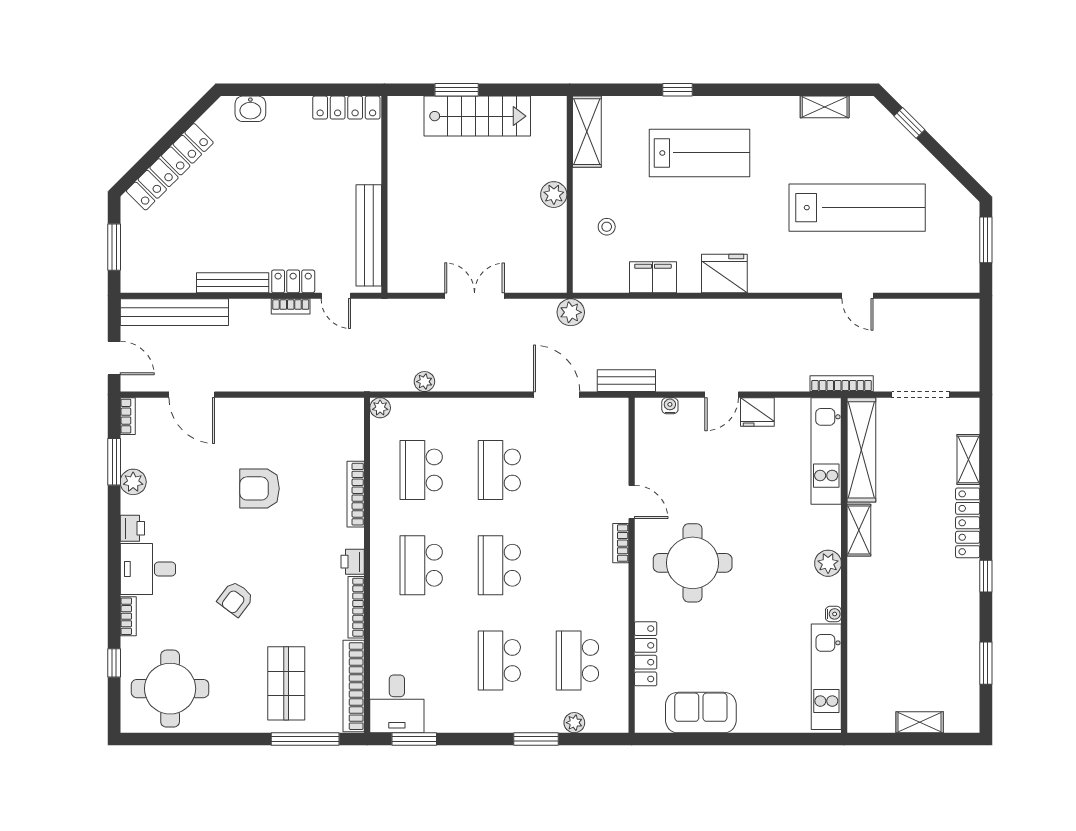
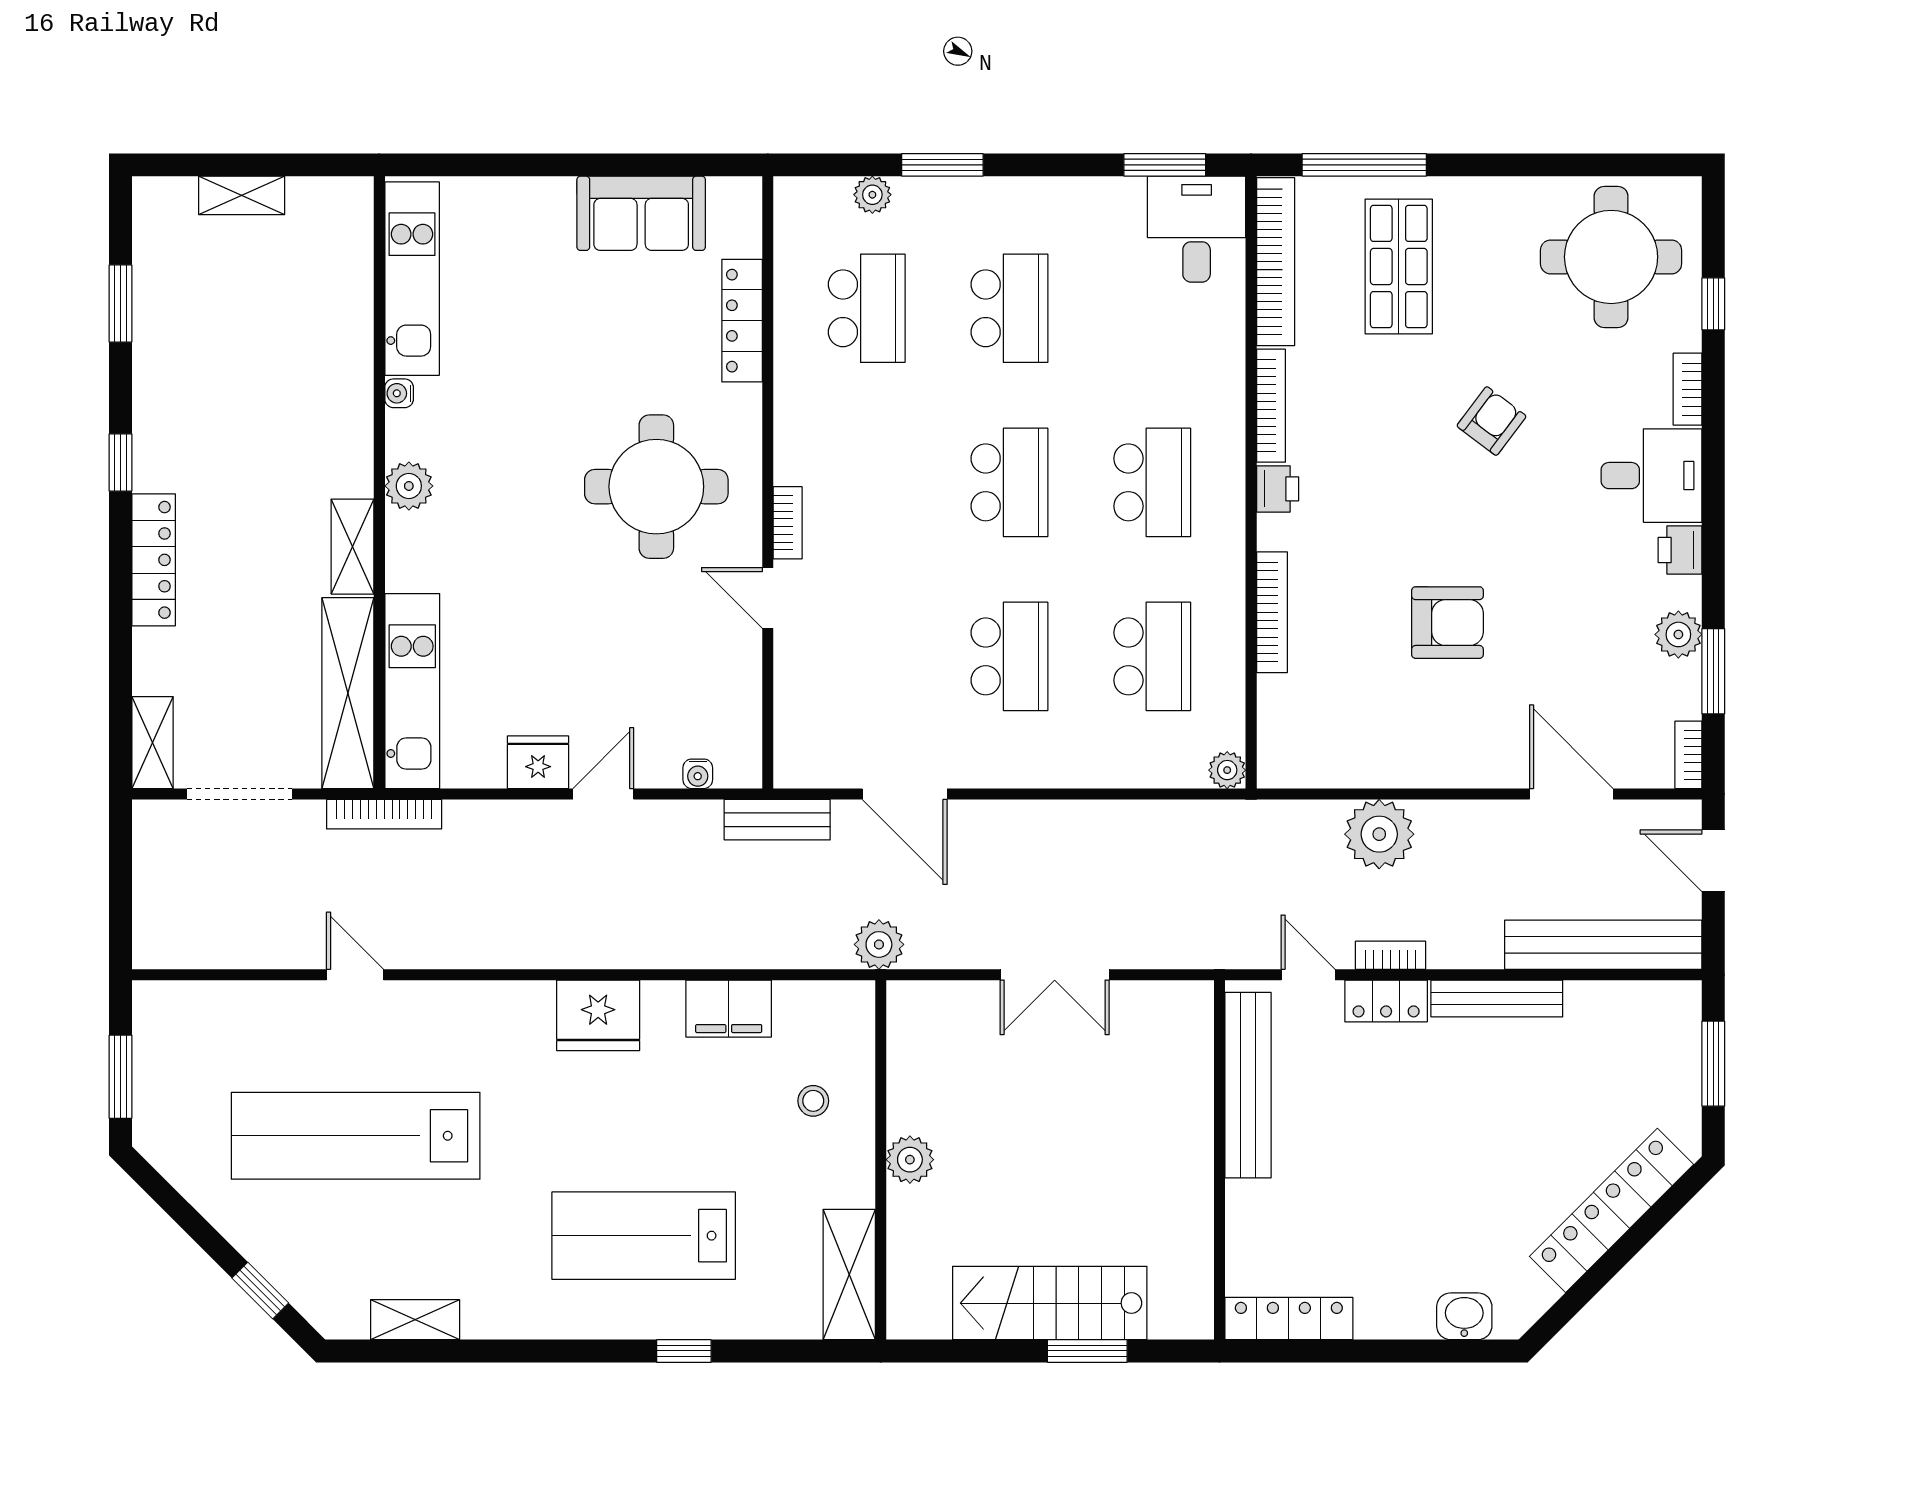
plant: (424, 382) -> (1379, 834), moved, width x1.87, depth x1.87
shelving: (968, 460) -> (152, 743), moved

